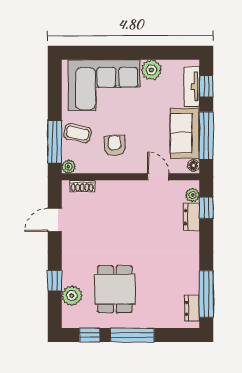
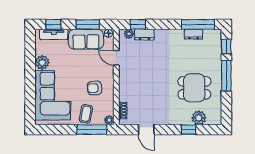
window: (206, 136) -> (88, 24), width x0.69
door: (158, 177) -> (116, 58), hinge flipped
dresser: (192, 308) -> (193, 34), moved
window: (90, 335) -> (226, 47), moved

